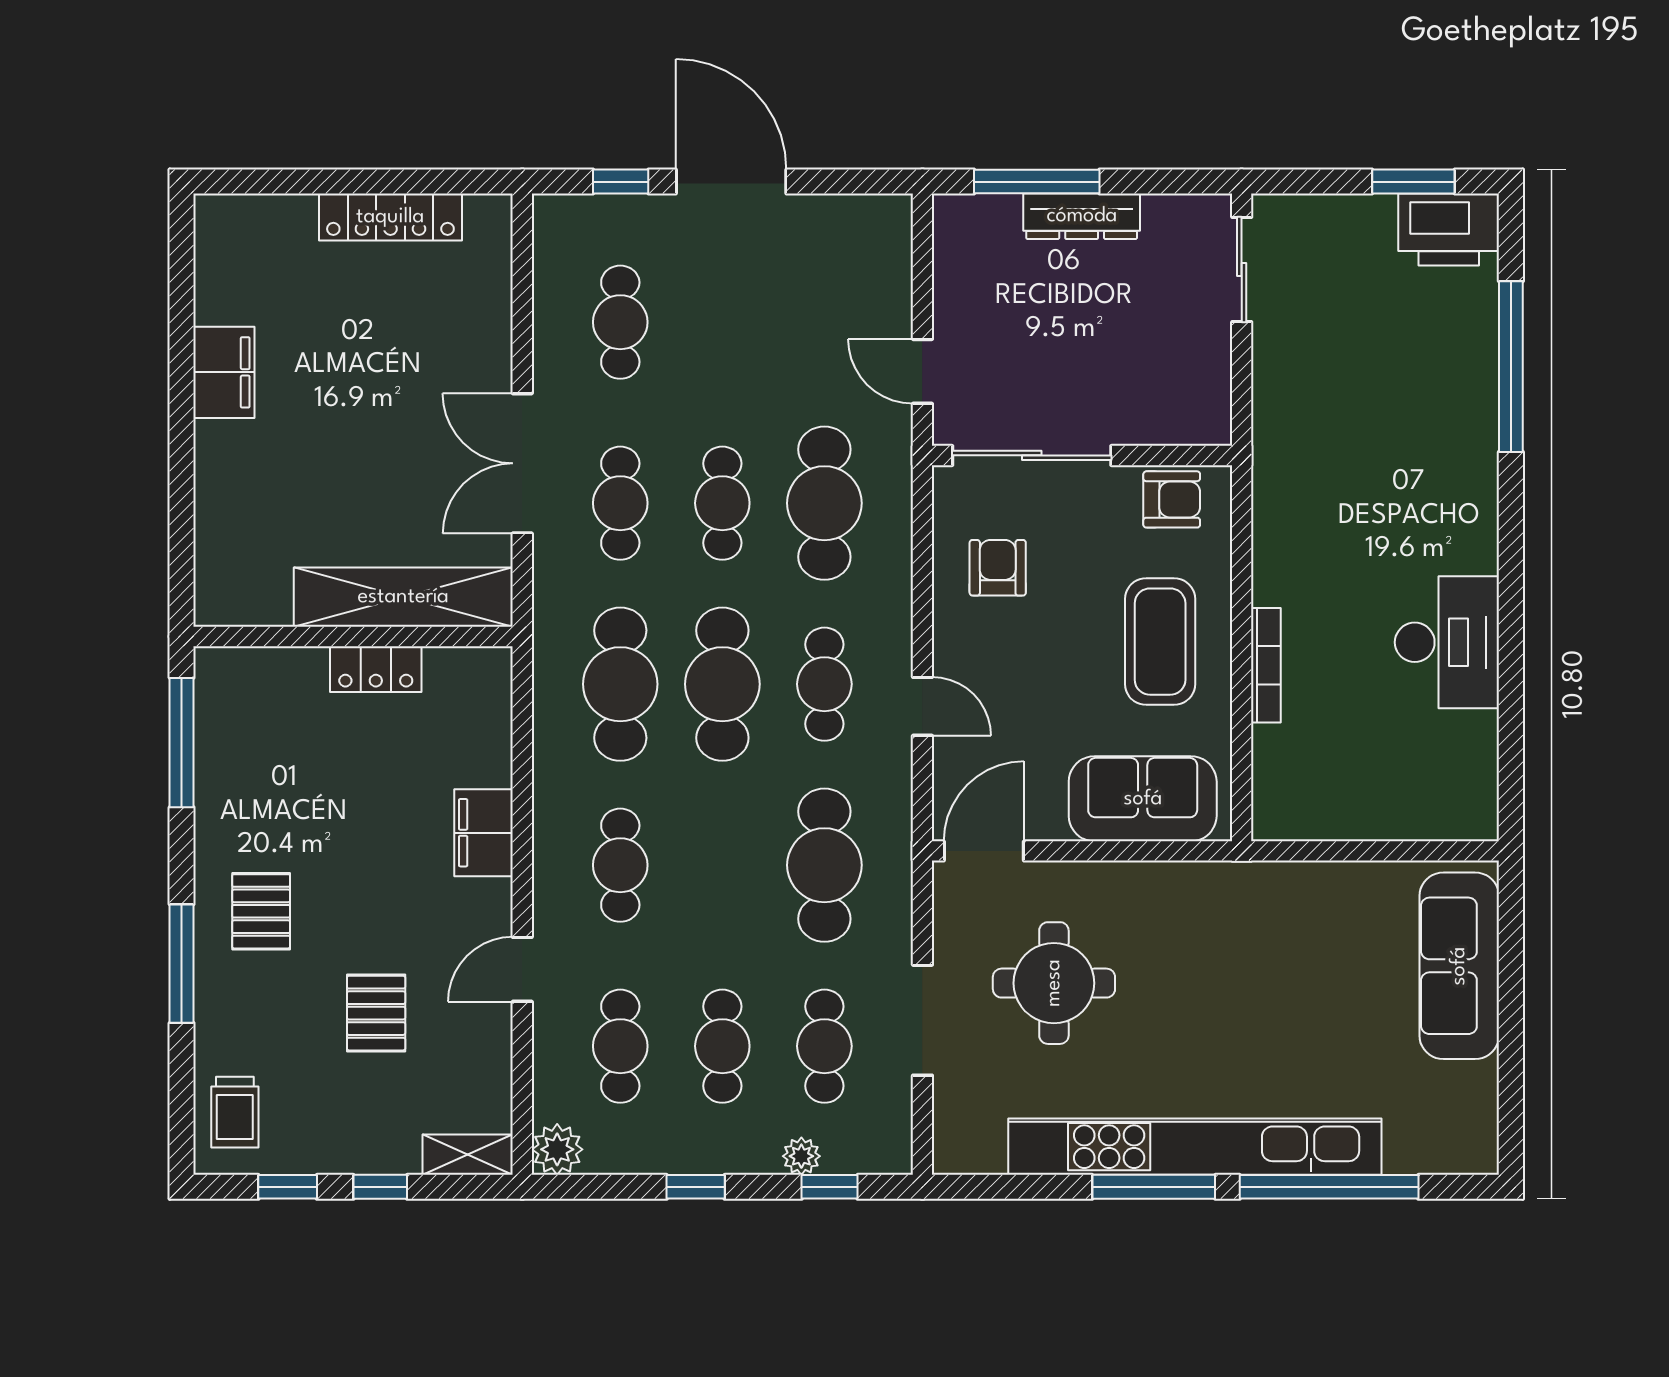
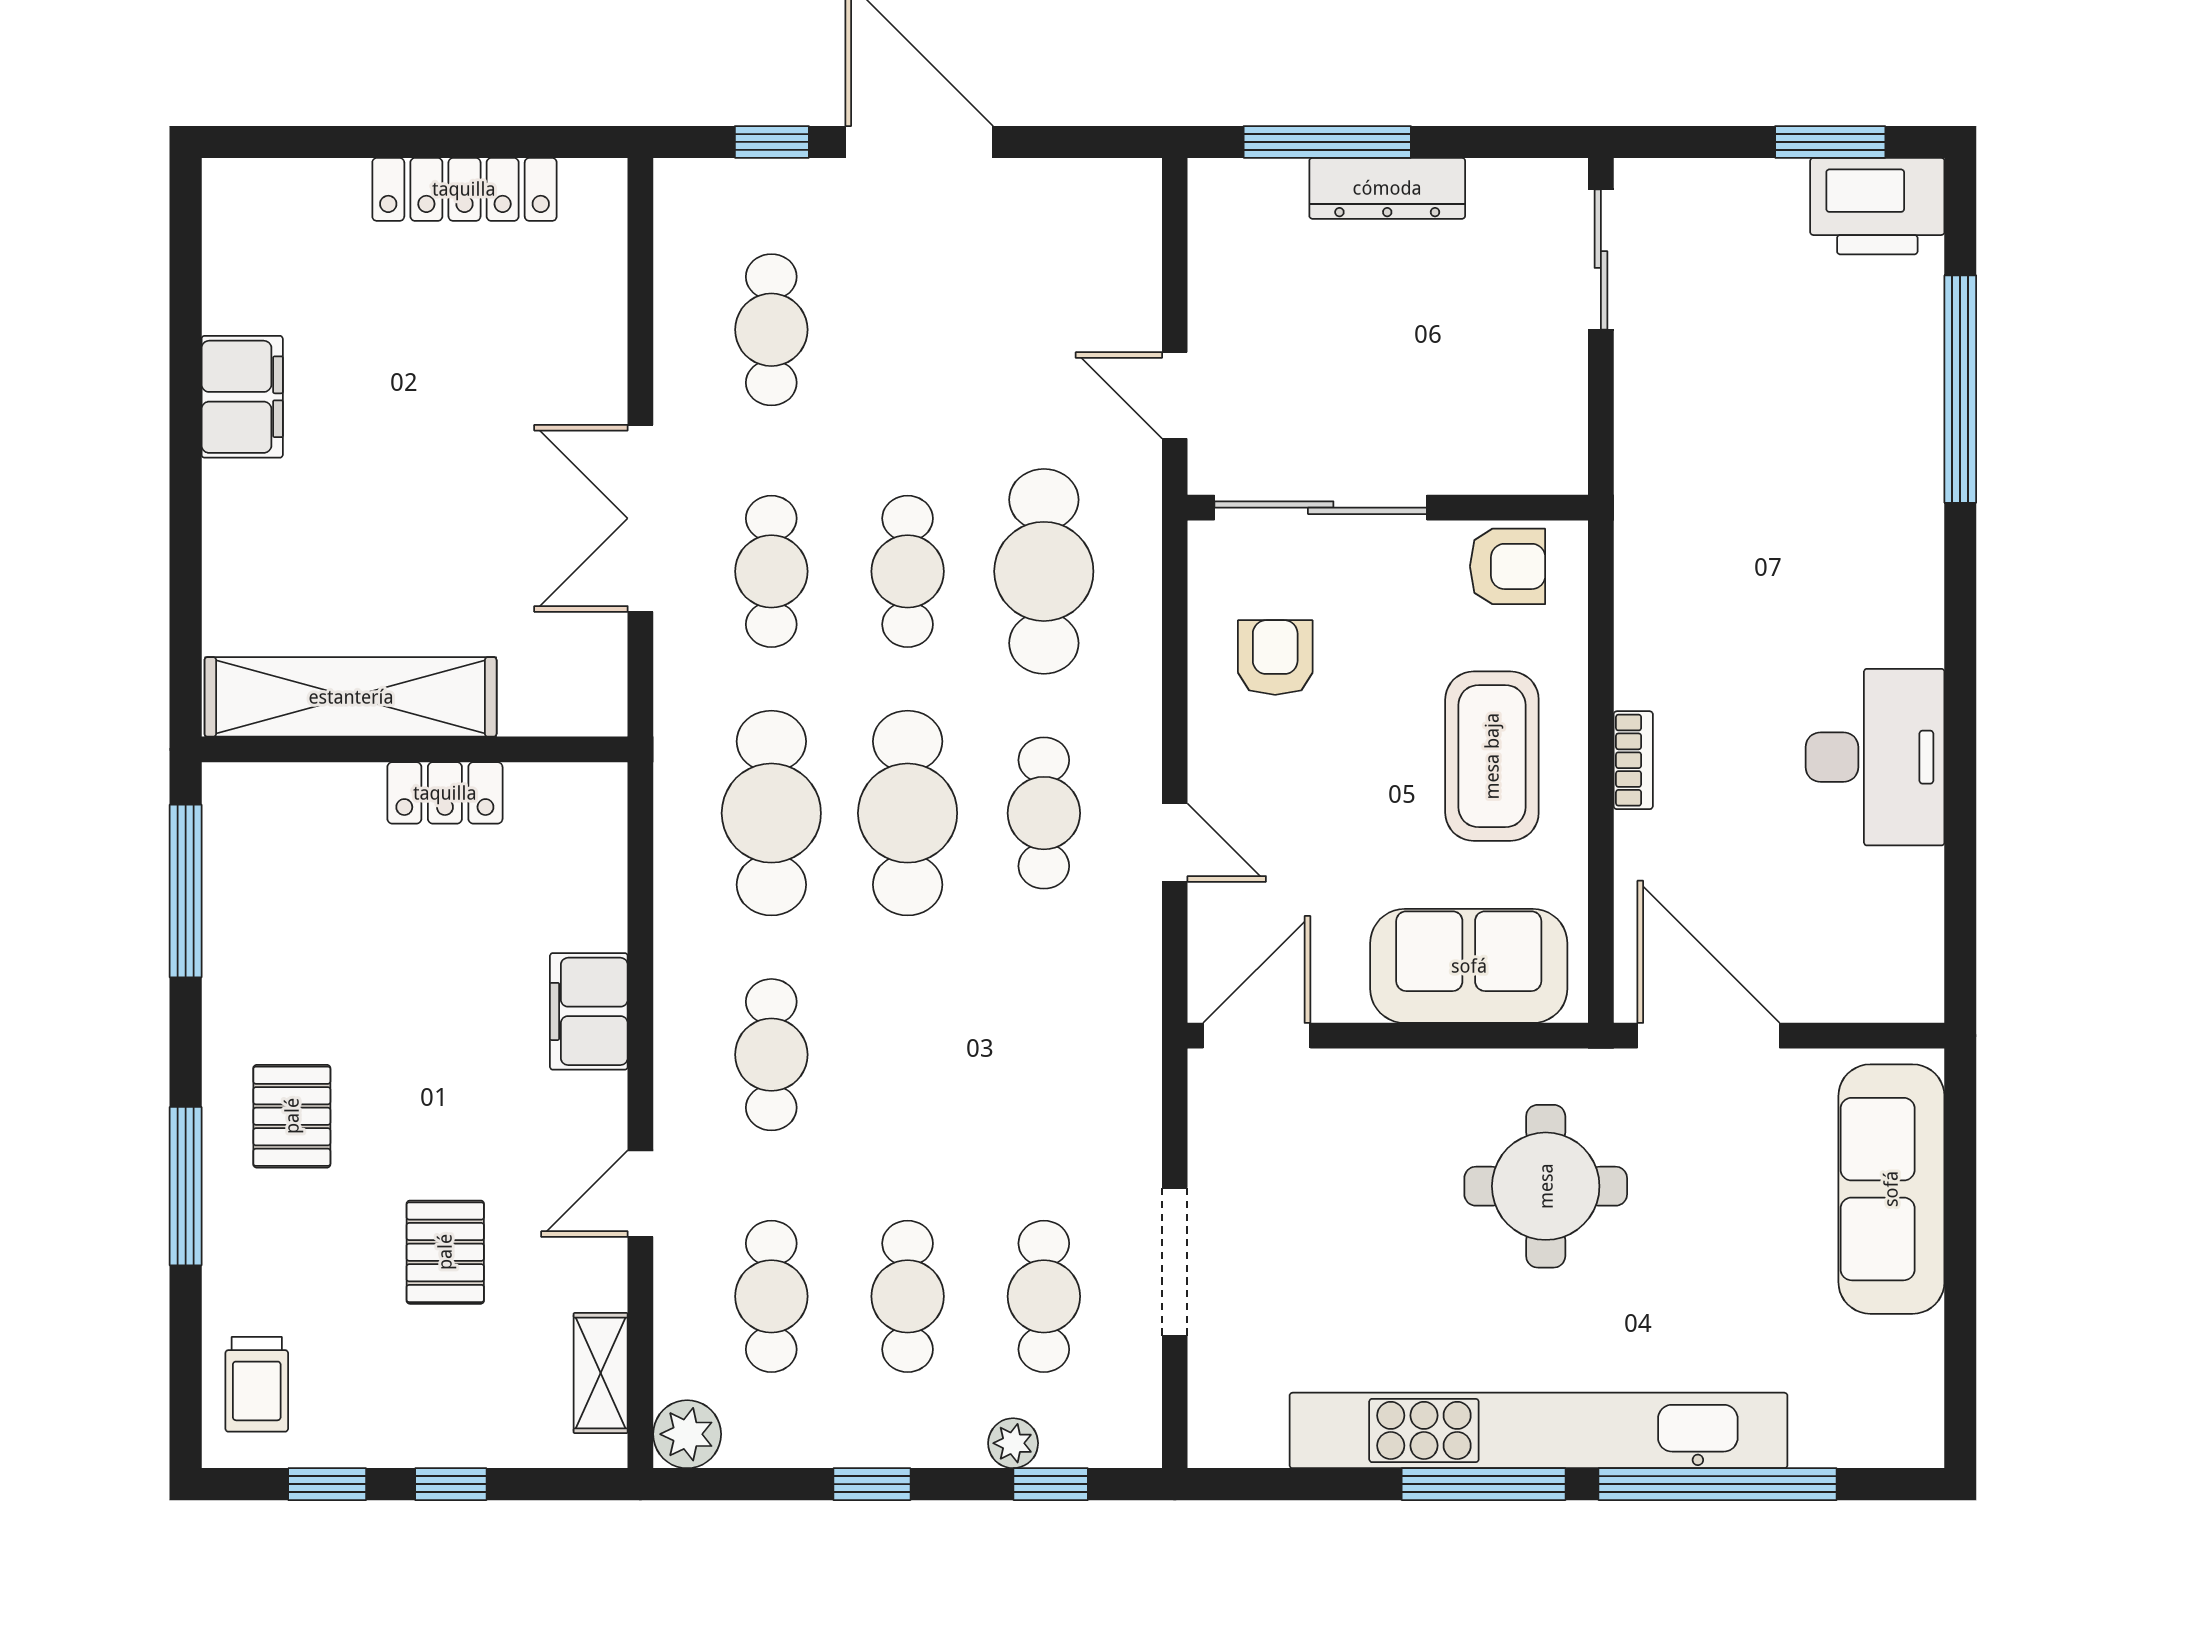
shelving: (403, 597) -> (351, 697), moved
bookcase: (1266, 665) -> (1633, 760), width x0.64
door: (1322, 851) -> (1709, 1036), added
cafe table: (824, 865) -> (1044, 1055), removed
round table: (1054, 983) -> (1546, 1186), moved
shelving: (468, 1155) -> (601, 1373), moved, turned 90

